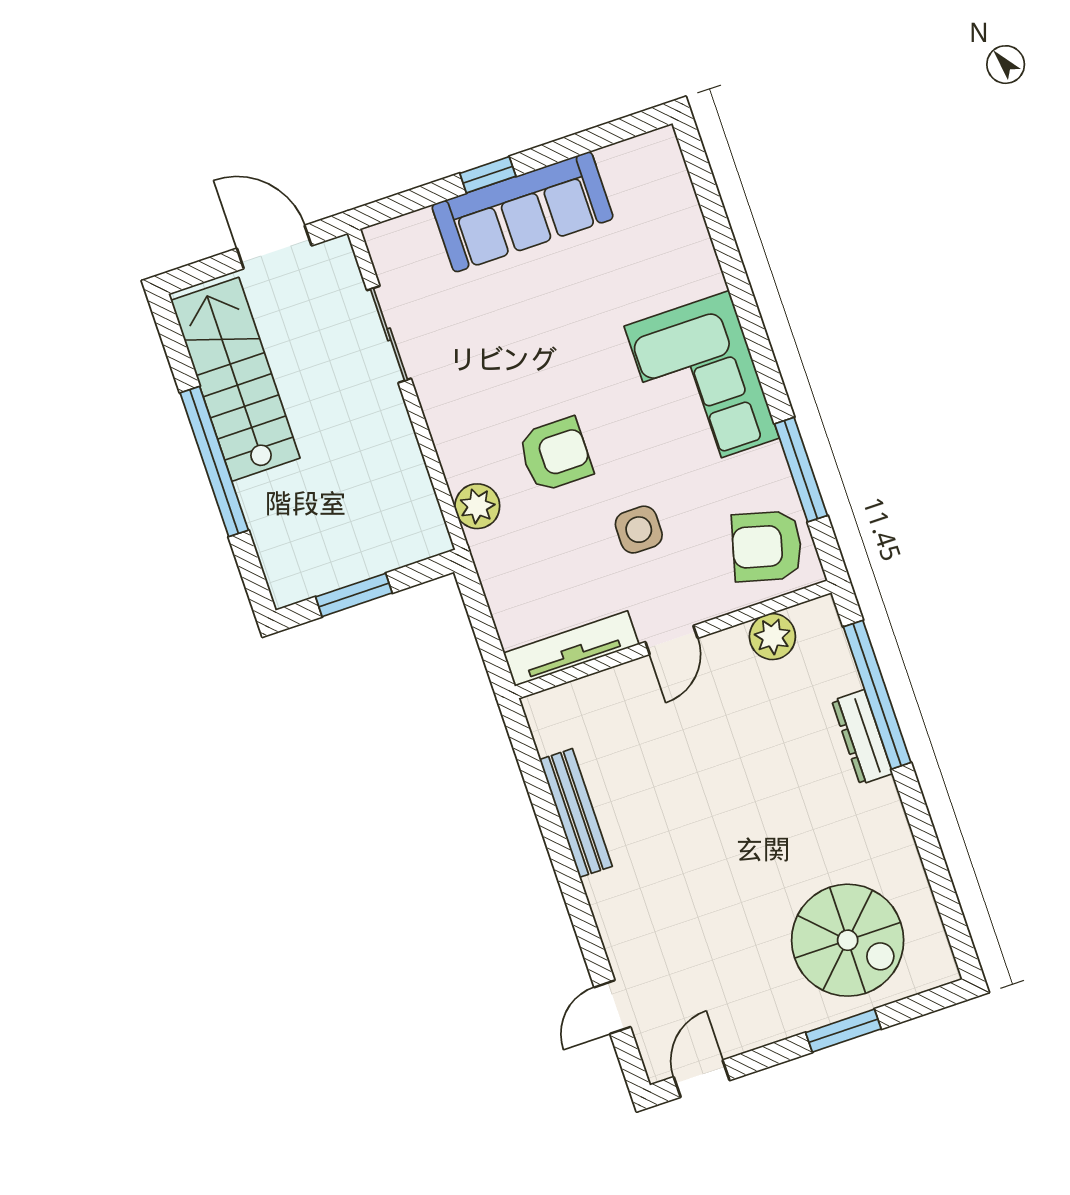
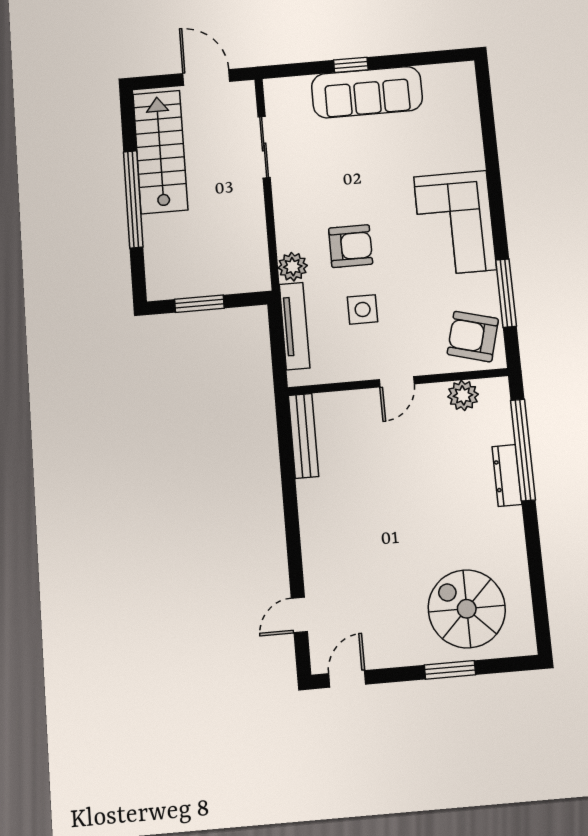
side table: (639, 530) -> (363, 309), moved
tv unit: (571, 649) -> (295, 326), moved, turned 90
bench: (576, 813) -> (303, 436), moved
spiral stairs: (848, 940) -> (467, 609), turned 180

